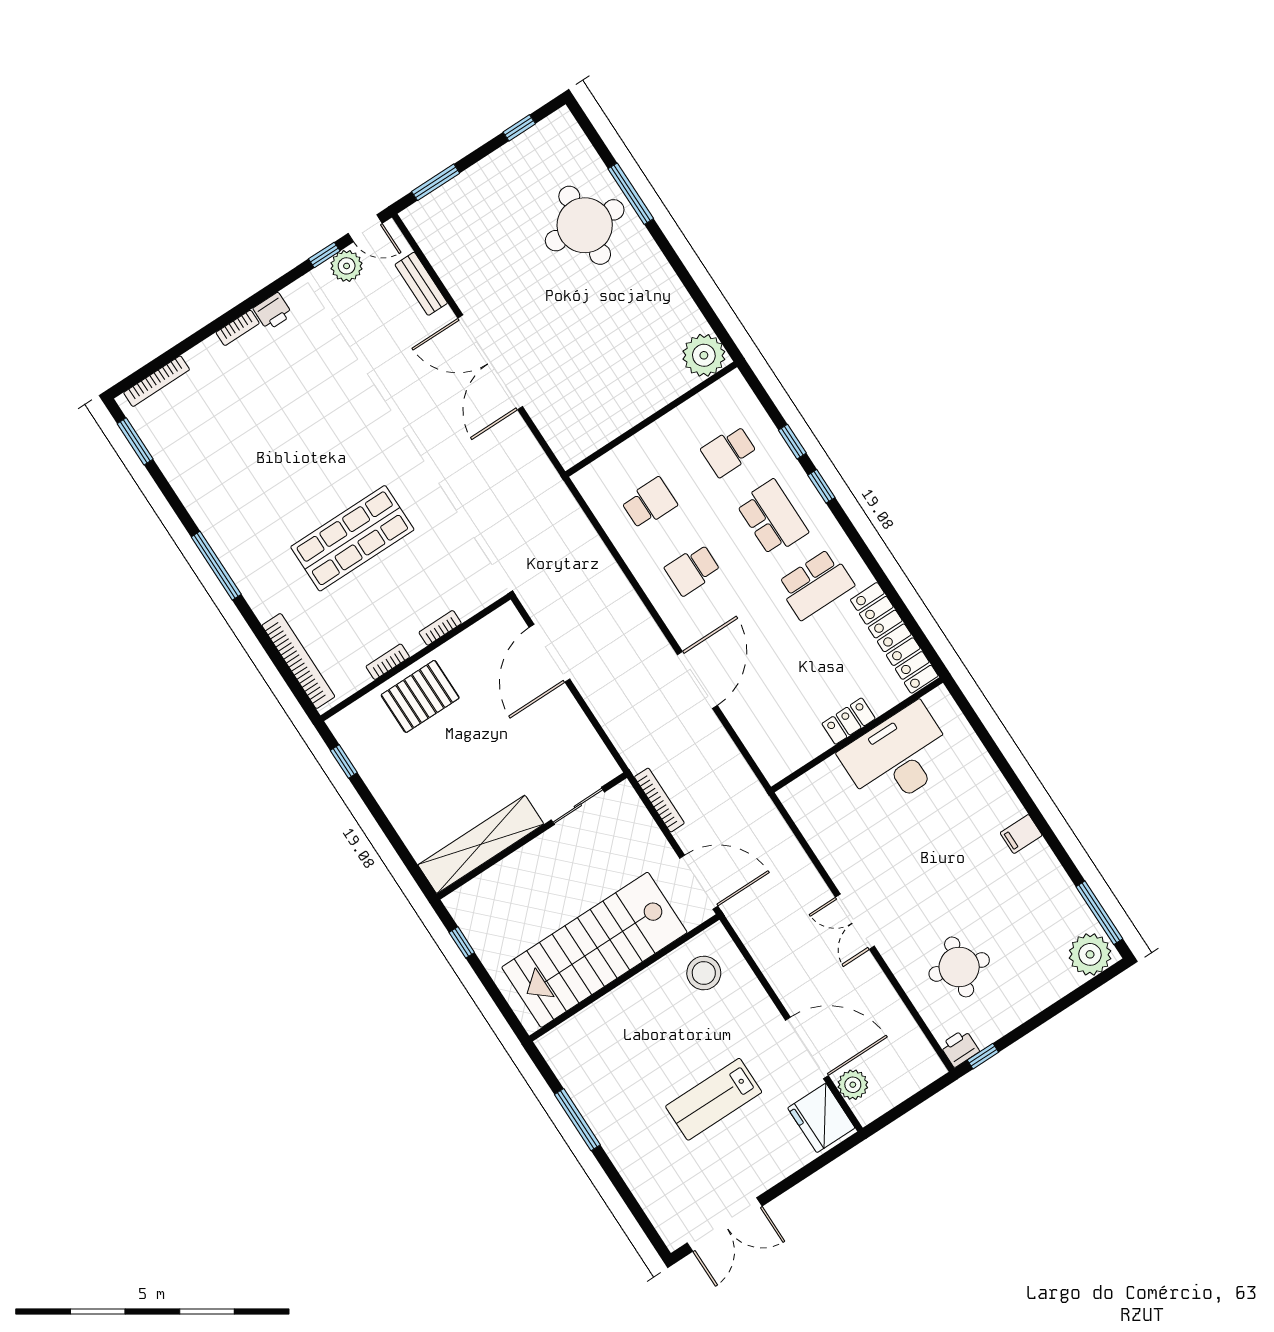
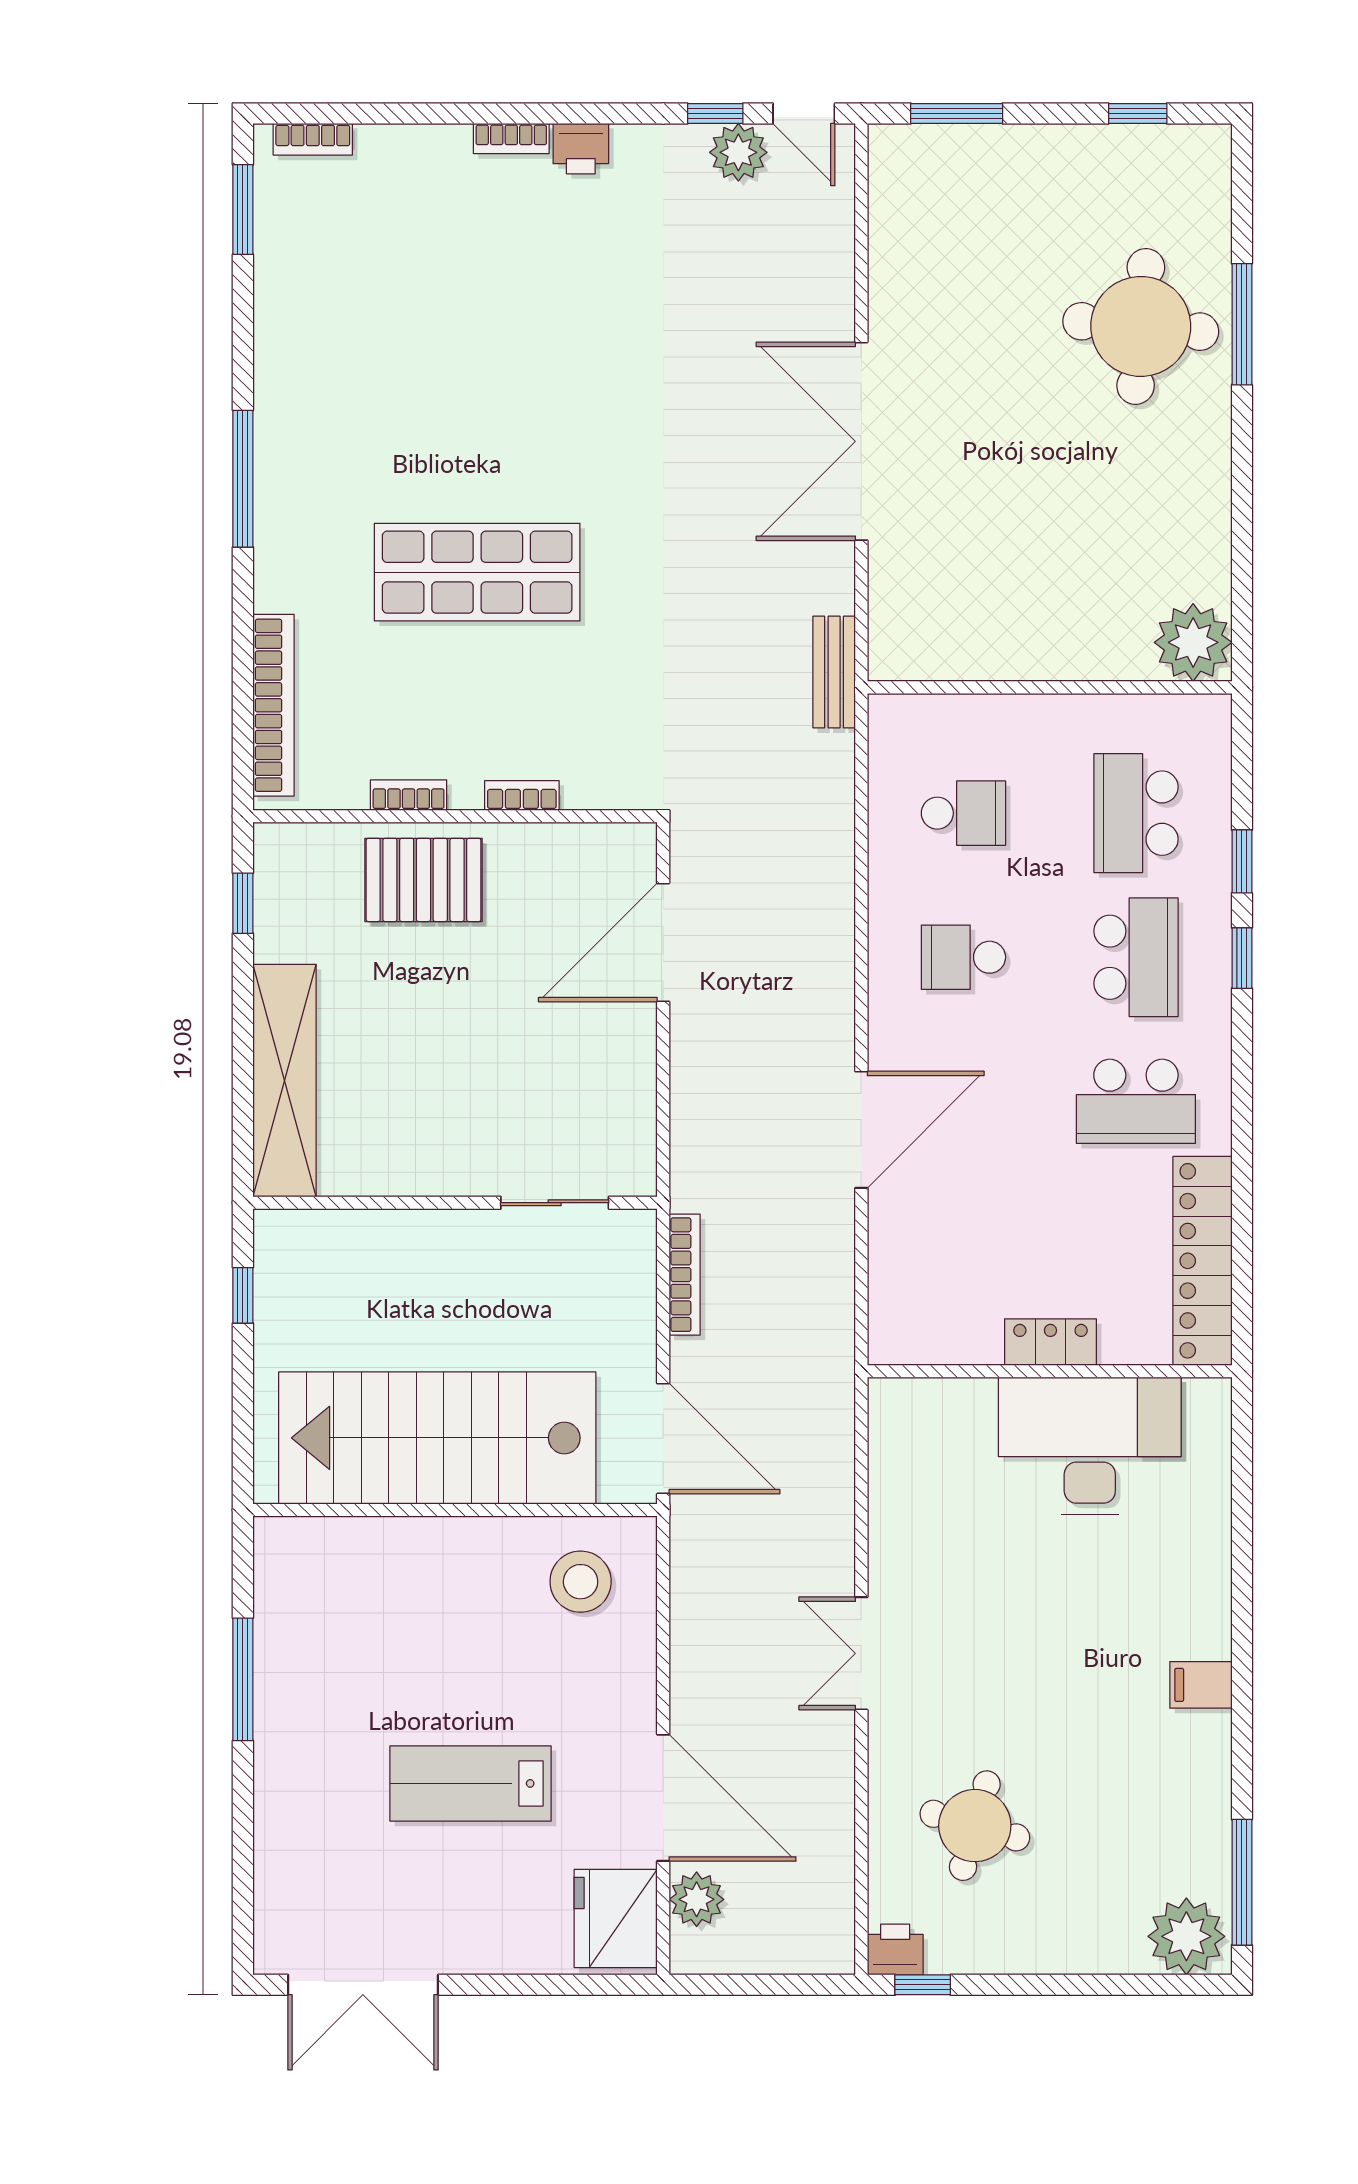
bench: (421, 284) -> (834, 672), moved
bookcase: (157, 381) -> (313, 139), width x0.64
school desk: (729, 451) -> (1136, 813), width x1.85
shelving: (481, 844) -> (284, 1081), moved, turned 90

